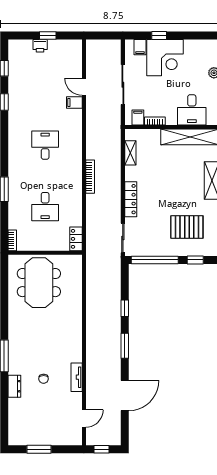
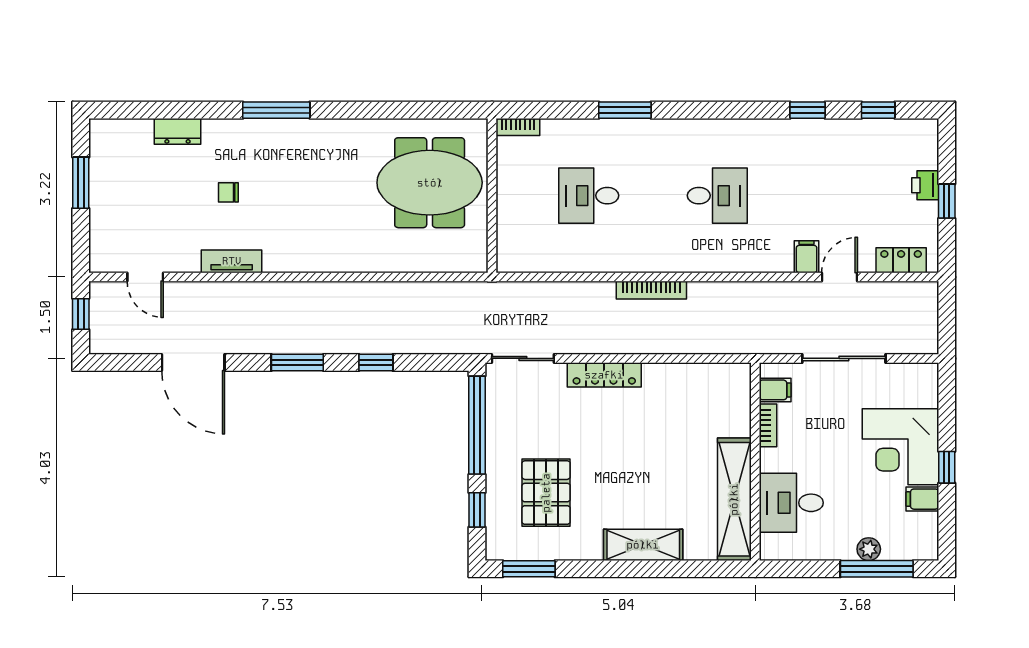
window: (159, 36) -> (947, 467), moved
filing cabinet: (140, 47) -> (922, 499), moved
shelving: (130, 153) -> (701, 374), removed
locker: (76, 239) -> (901, 260), moved
dresser: (14, 386) -> (178, 131), moved

